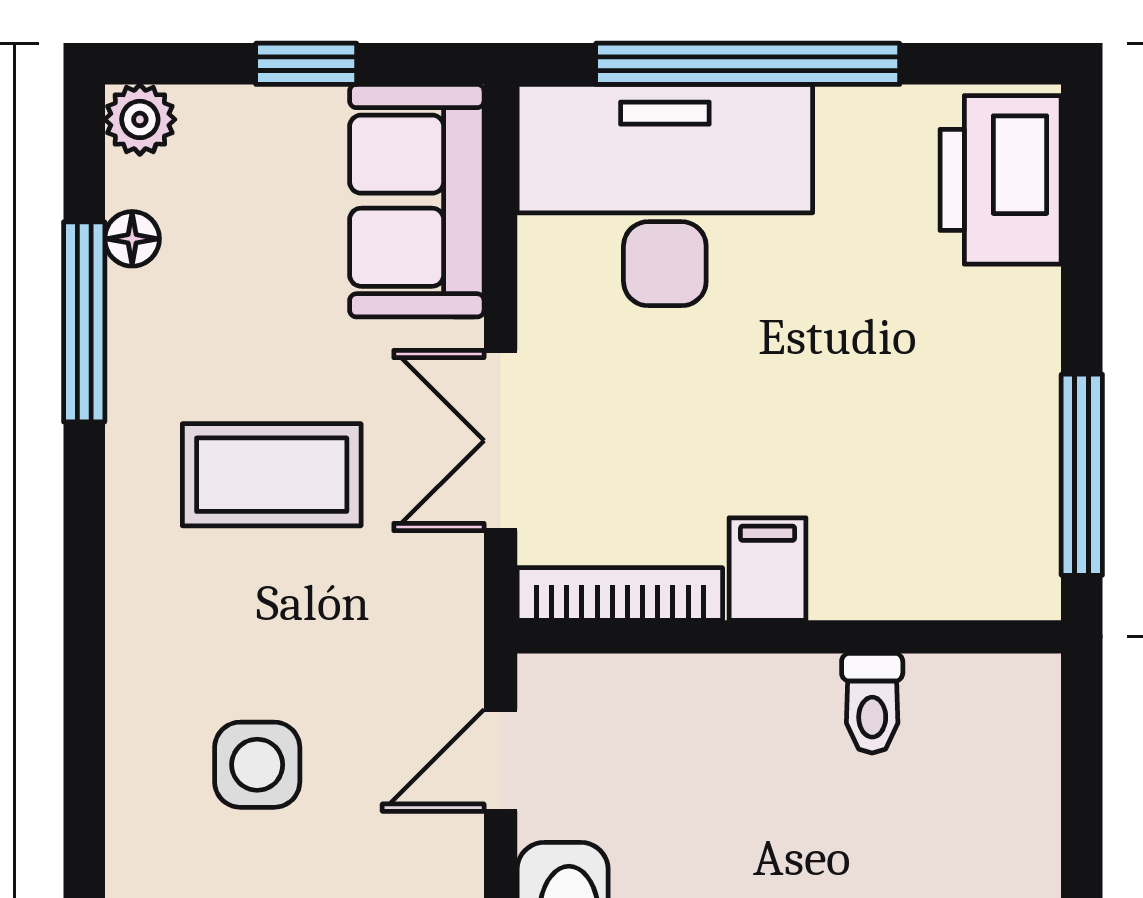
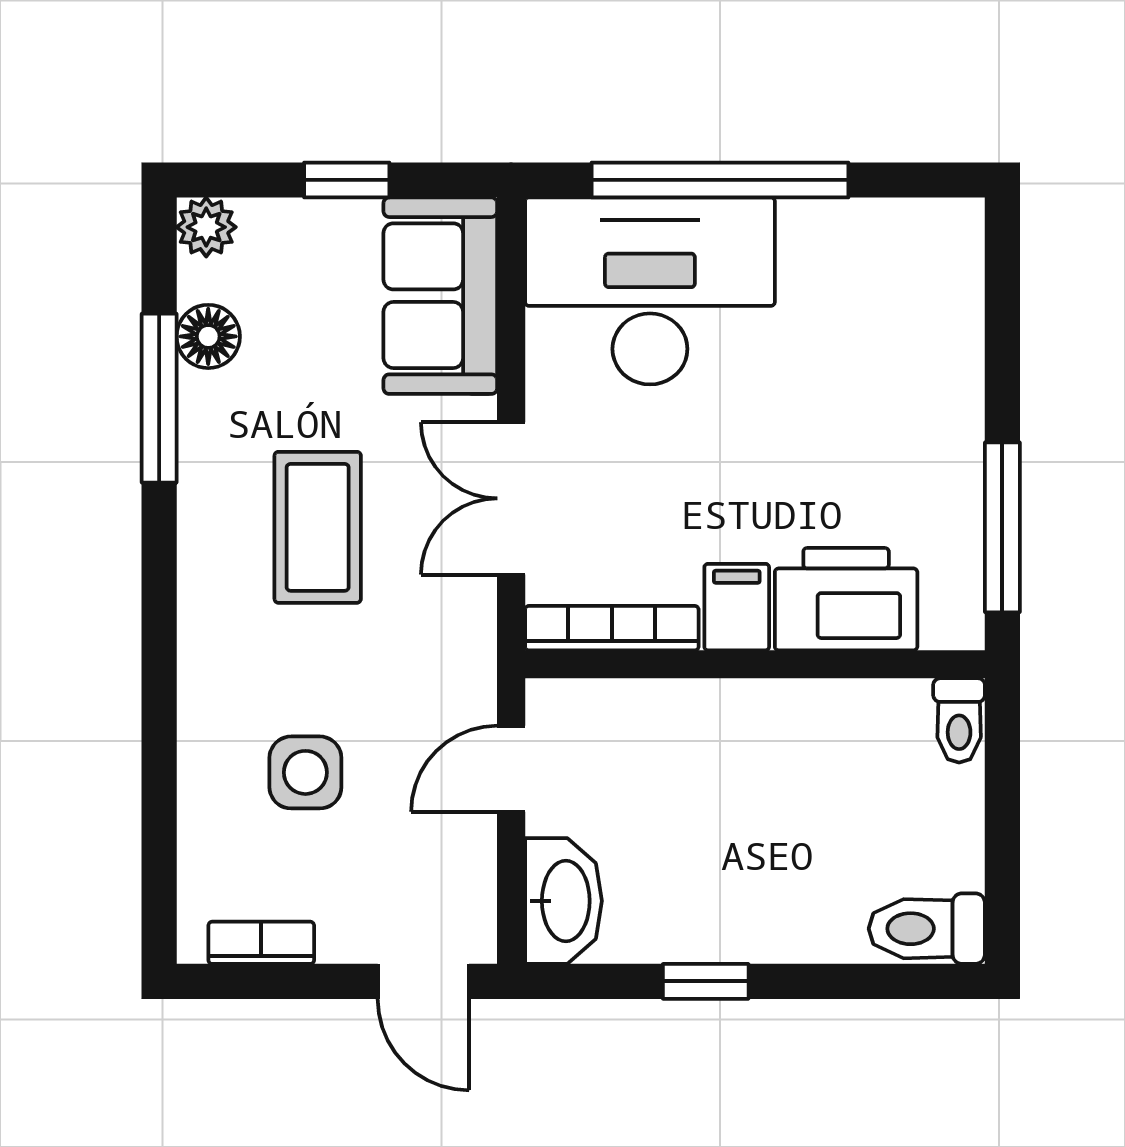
printer: (1001, 180) -> (846, 599), moved, turned 90
floor lamp: (132, 239) -> (208, 336), width x1.37, depth x1.37
coffee table: (272, 475) -> (318, 527), turned 90
toilet: (872, 703) -> (959, 720), moved

